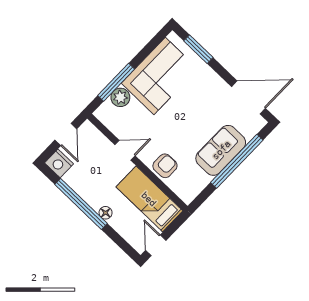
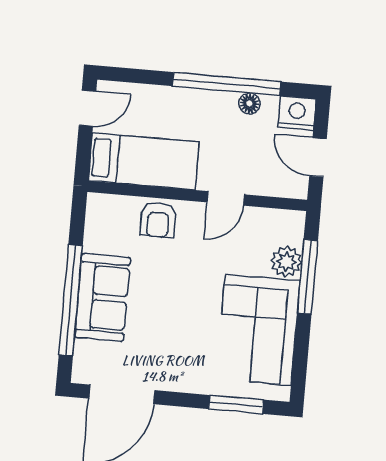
floor lamp: (106, 213) -> (249, 104), moved
door: (156, 245) -> (87, 108), hinge flipped

